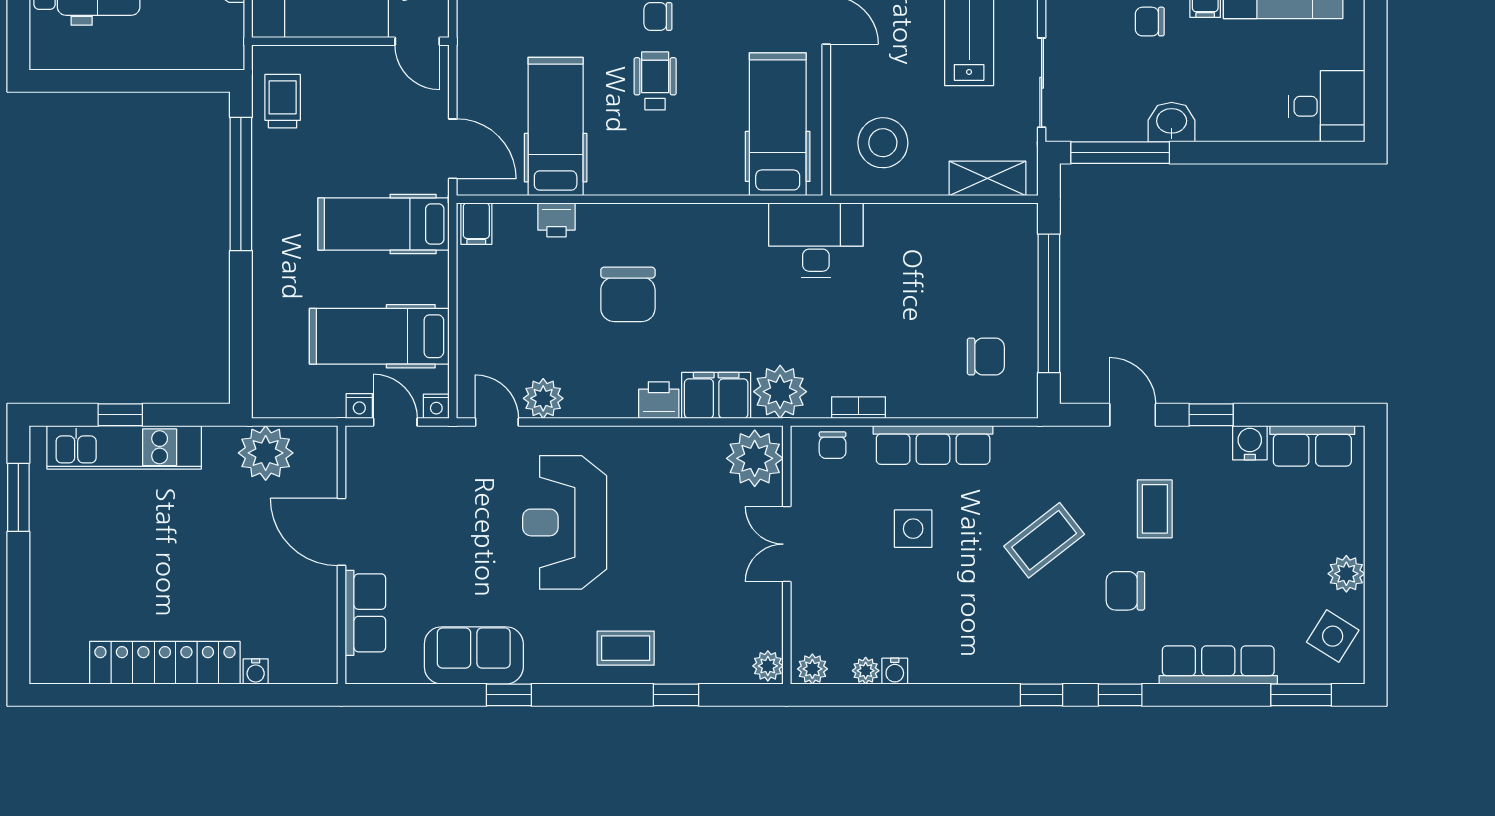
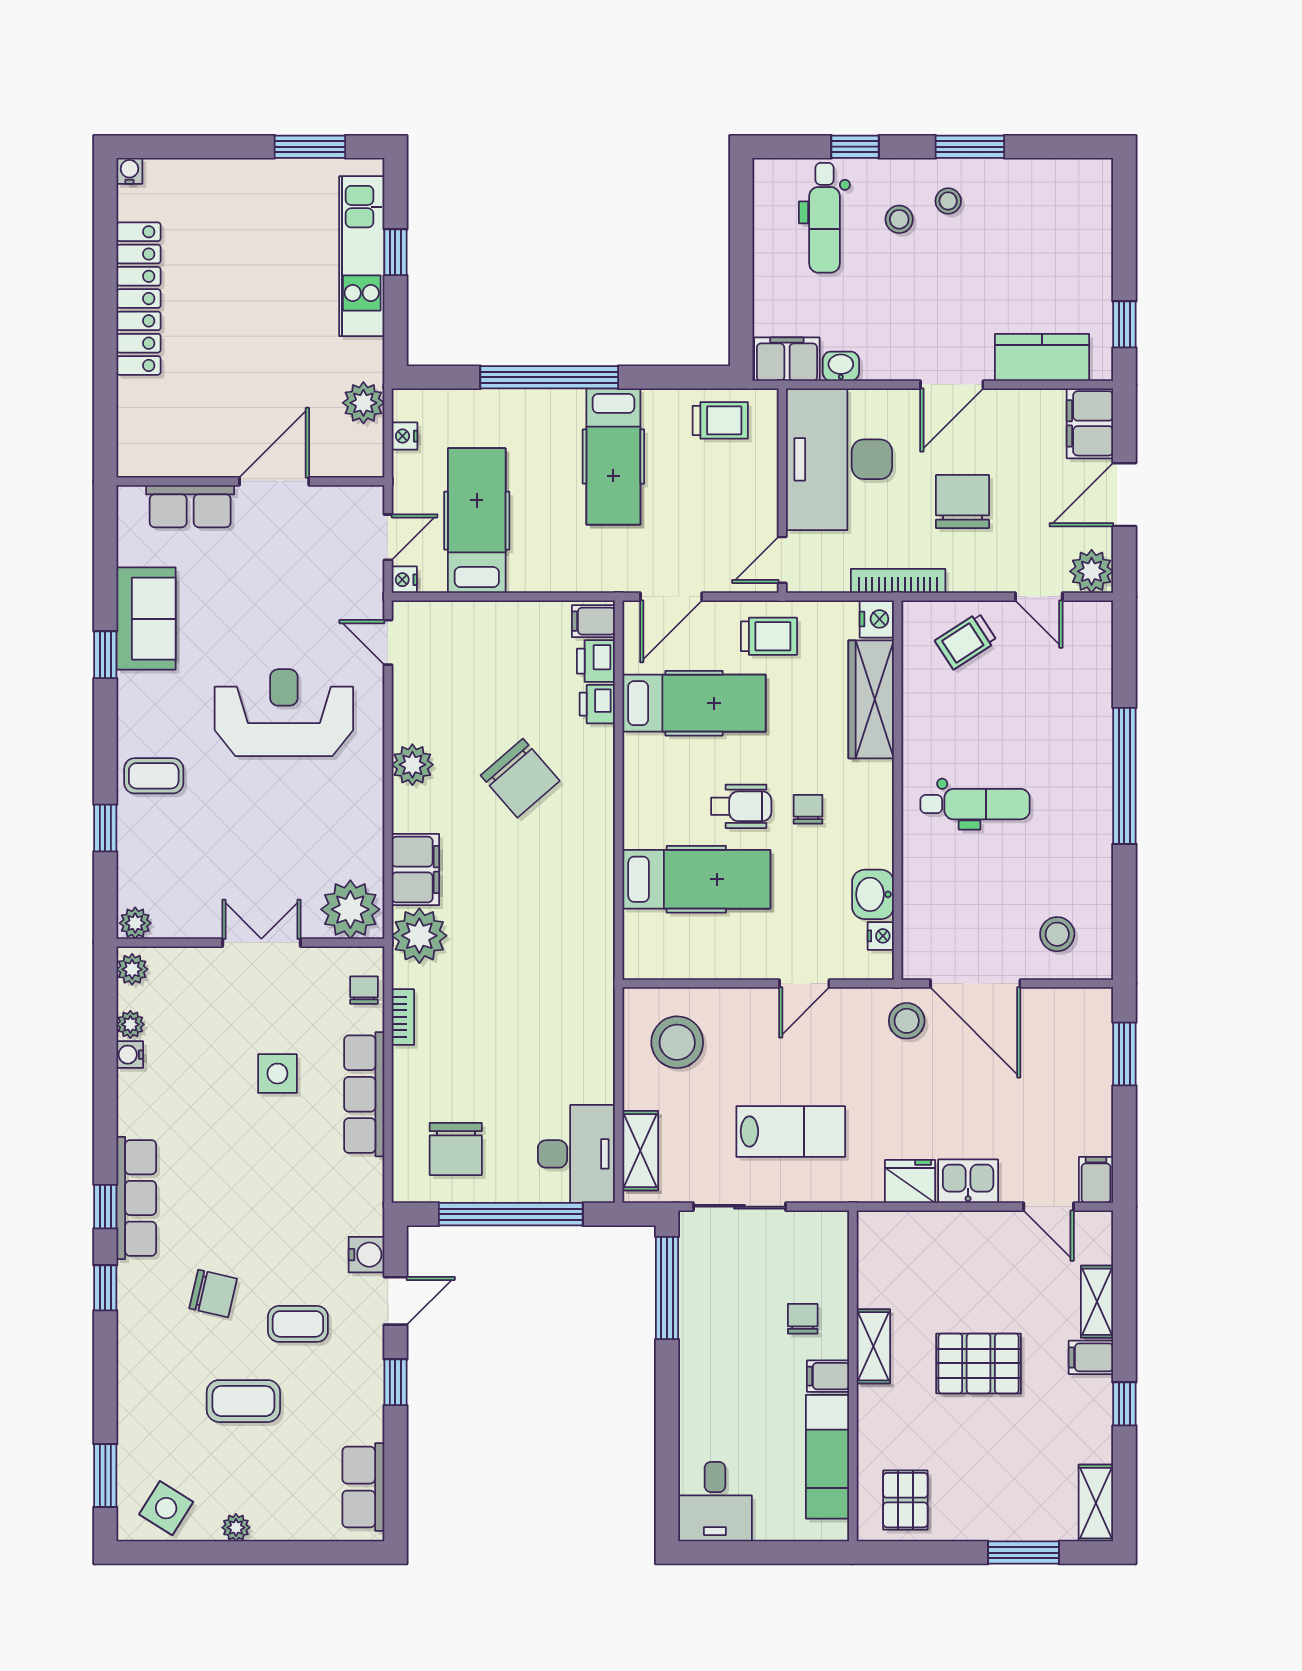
filing cabinet: (223, 37) -> (787, 359), added
trolley: (491, 54) -> (769, 636), added
washbasin: (1172, 122) -> (699, 1341), removed
hospital bed: (778, 124) -> (696, 879), moved
window: (241, 184) -> (549, 377), moved
hospital bed: (383, 224) -> (613, 456), moved, turned 180
desk: (816, 240) -> (576, 1154), moved
chair: (628, 294) -> (520, 778), turned -131
chair: (986, 357) -> (456, 1149), width x1.37, depth x1.37
plant: (543, 398) -> (412, 765), moved
printer: (659, 400) -> (596, 661), moved, turned 180
nightstand: (359, 406) -> (405, 436), moved
door: (497, 422) -> (388, 642), swing flipped
water cooler: (1250, 443) -> (366, 1255), moved
chair: (833, 445) -> (364, 990), turned 90
plant: (266, 453) -> (363, 403), width x0.73, depth x0.73
coffee table: (1044, 540) -> (243, 1401), moved, turned -52
plant: (1346, 574) -> (236, 1528), width x0.73, depth x0.73
chair: (1125, 591) -> (213, 1294), turned 103
coffee table: (626, 648) -> (154, 776), turned 90
row of seats: (1218, 665) -> (136, 1198), moved
water cooler: (256, 671) -> (129, 171), moved, turned 90

